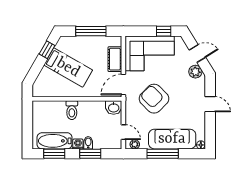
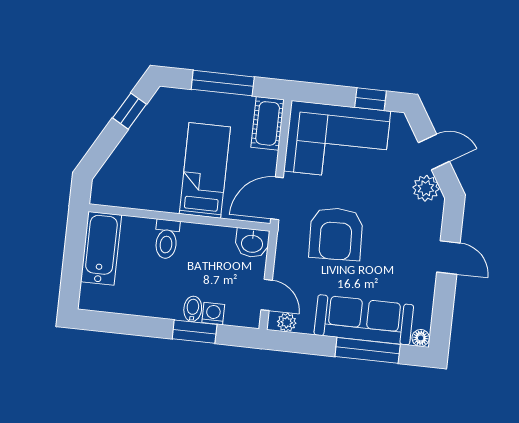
cot: (115, 59) -> (268, 123), moved
bed: (68, 68) -> (205, 170), moved, turned -120
armchair: (154, 99) -> (336, 234), turned -137
bathtub: (55, 141) -> (101, 248), moved, turned 90
washing machine: (78, 144) -> (213, 314), moved
window: (54, 154) -> (121, 324), removed
window: (163, 154) -> (368, 350), moved

